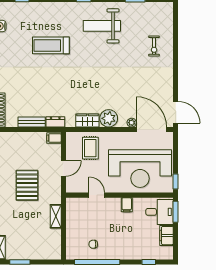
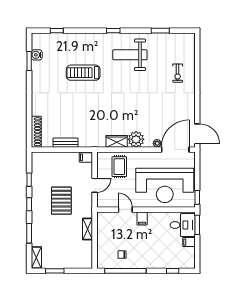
dresser: (55, 122) -> (87, 143), removed
door: (151, 130) -> (175, 150), hinge flipped
filing cabinet: (127, 205) -> (142, 218), moved
filing cabinet: (166, 236) -> (189, 242), width x0.50

